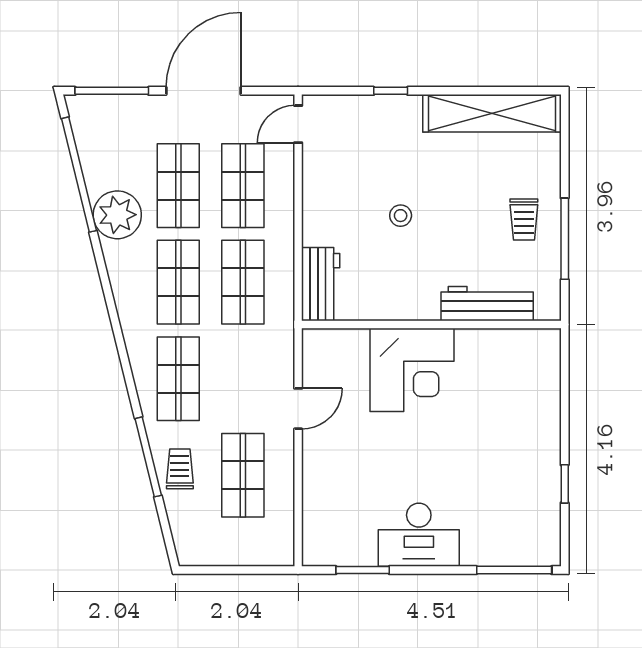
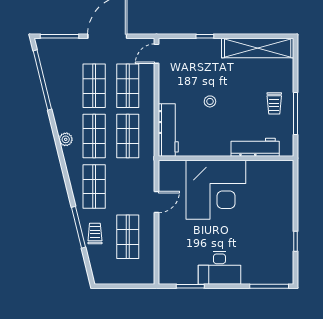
plant: (117, 215) -> (66, 139), moved, width x0.53, depth x0.53
workbench: (321, 284) -> (168, 130), width x1.37
corner desk: (412, 370) -> (216, 190), width x1.36, depth x1.36

